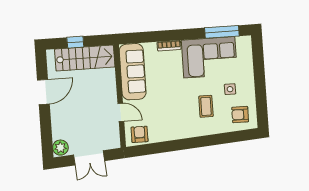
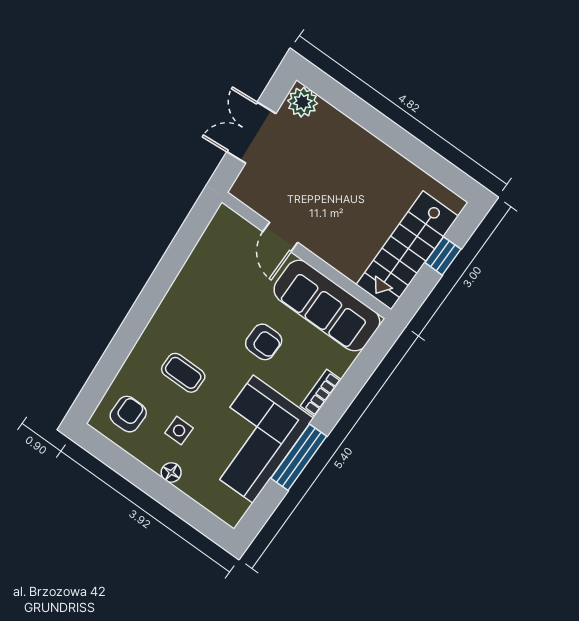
window: (222, 32) -> (299, 457), moved
floor lamp: (249, 79) -> (171, 472), added
door: (43, 92) -> (408, 146), removed
door: (121, 112) -> (280, 237), hinge flipped
armchair: (140, 134) -> (264, 342), moved

